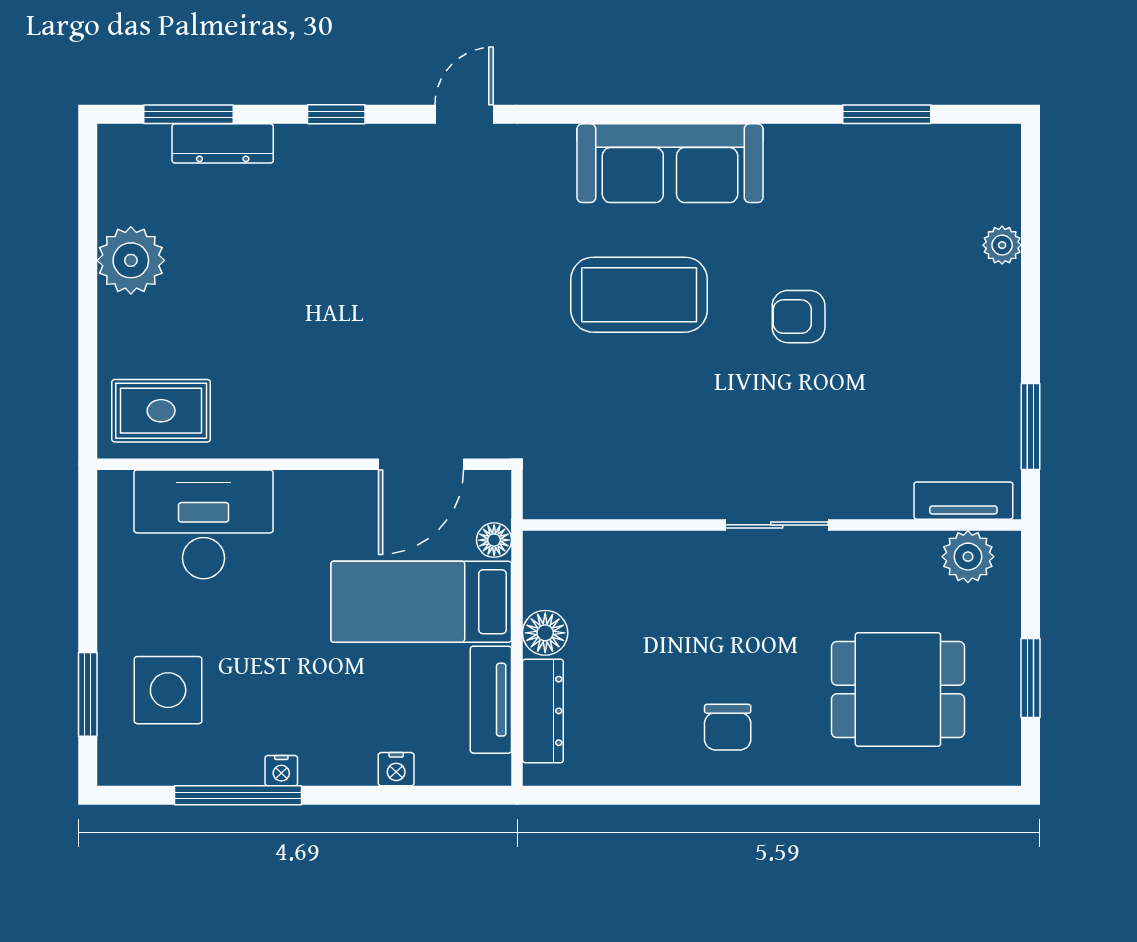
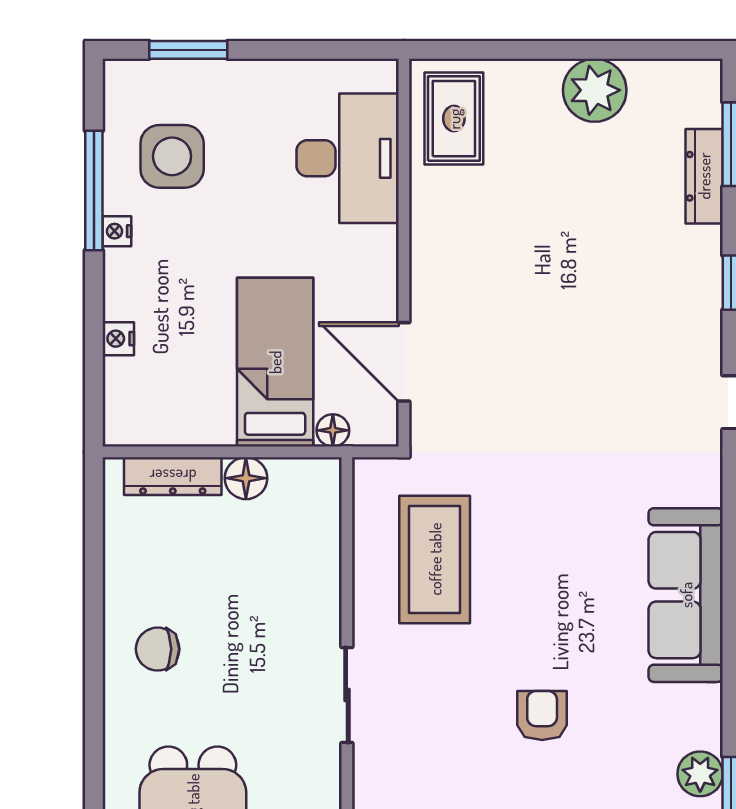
plant: (861, 148) -> (700, 774), added
coffee table: (639, 295) -> (435, 559), moved
side table: (168, 690) -> (172, 156), moved
tv unit: (491, 700) -> (183, 427), removed

